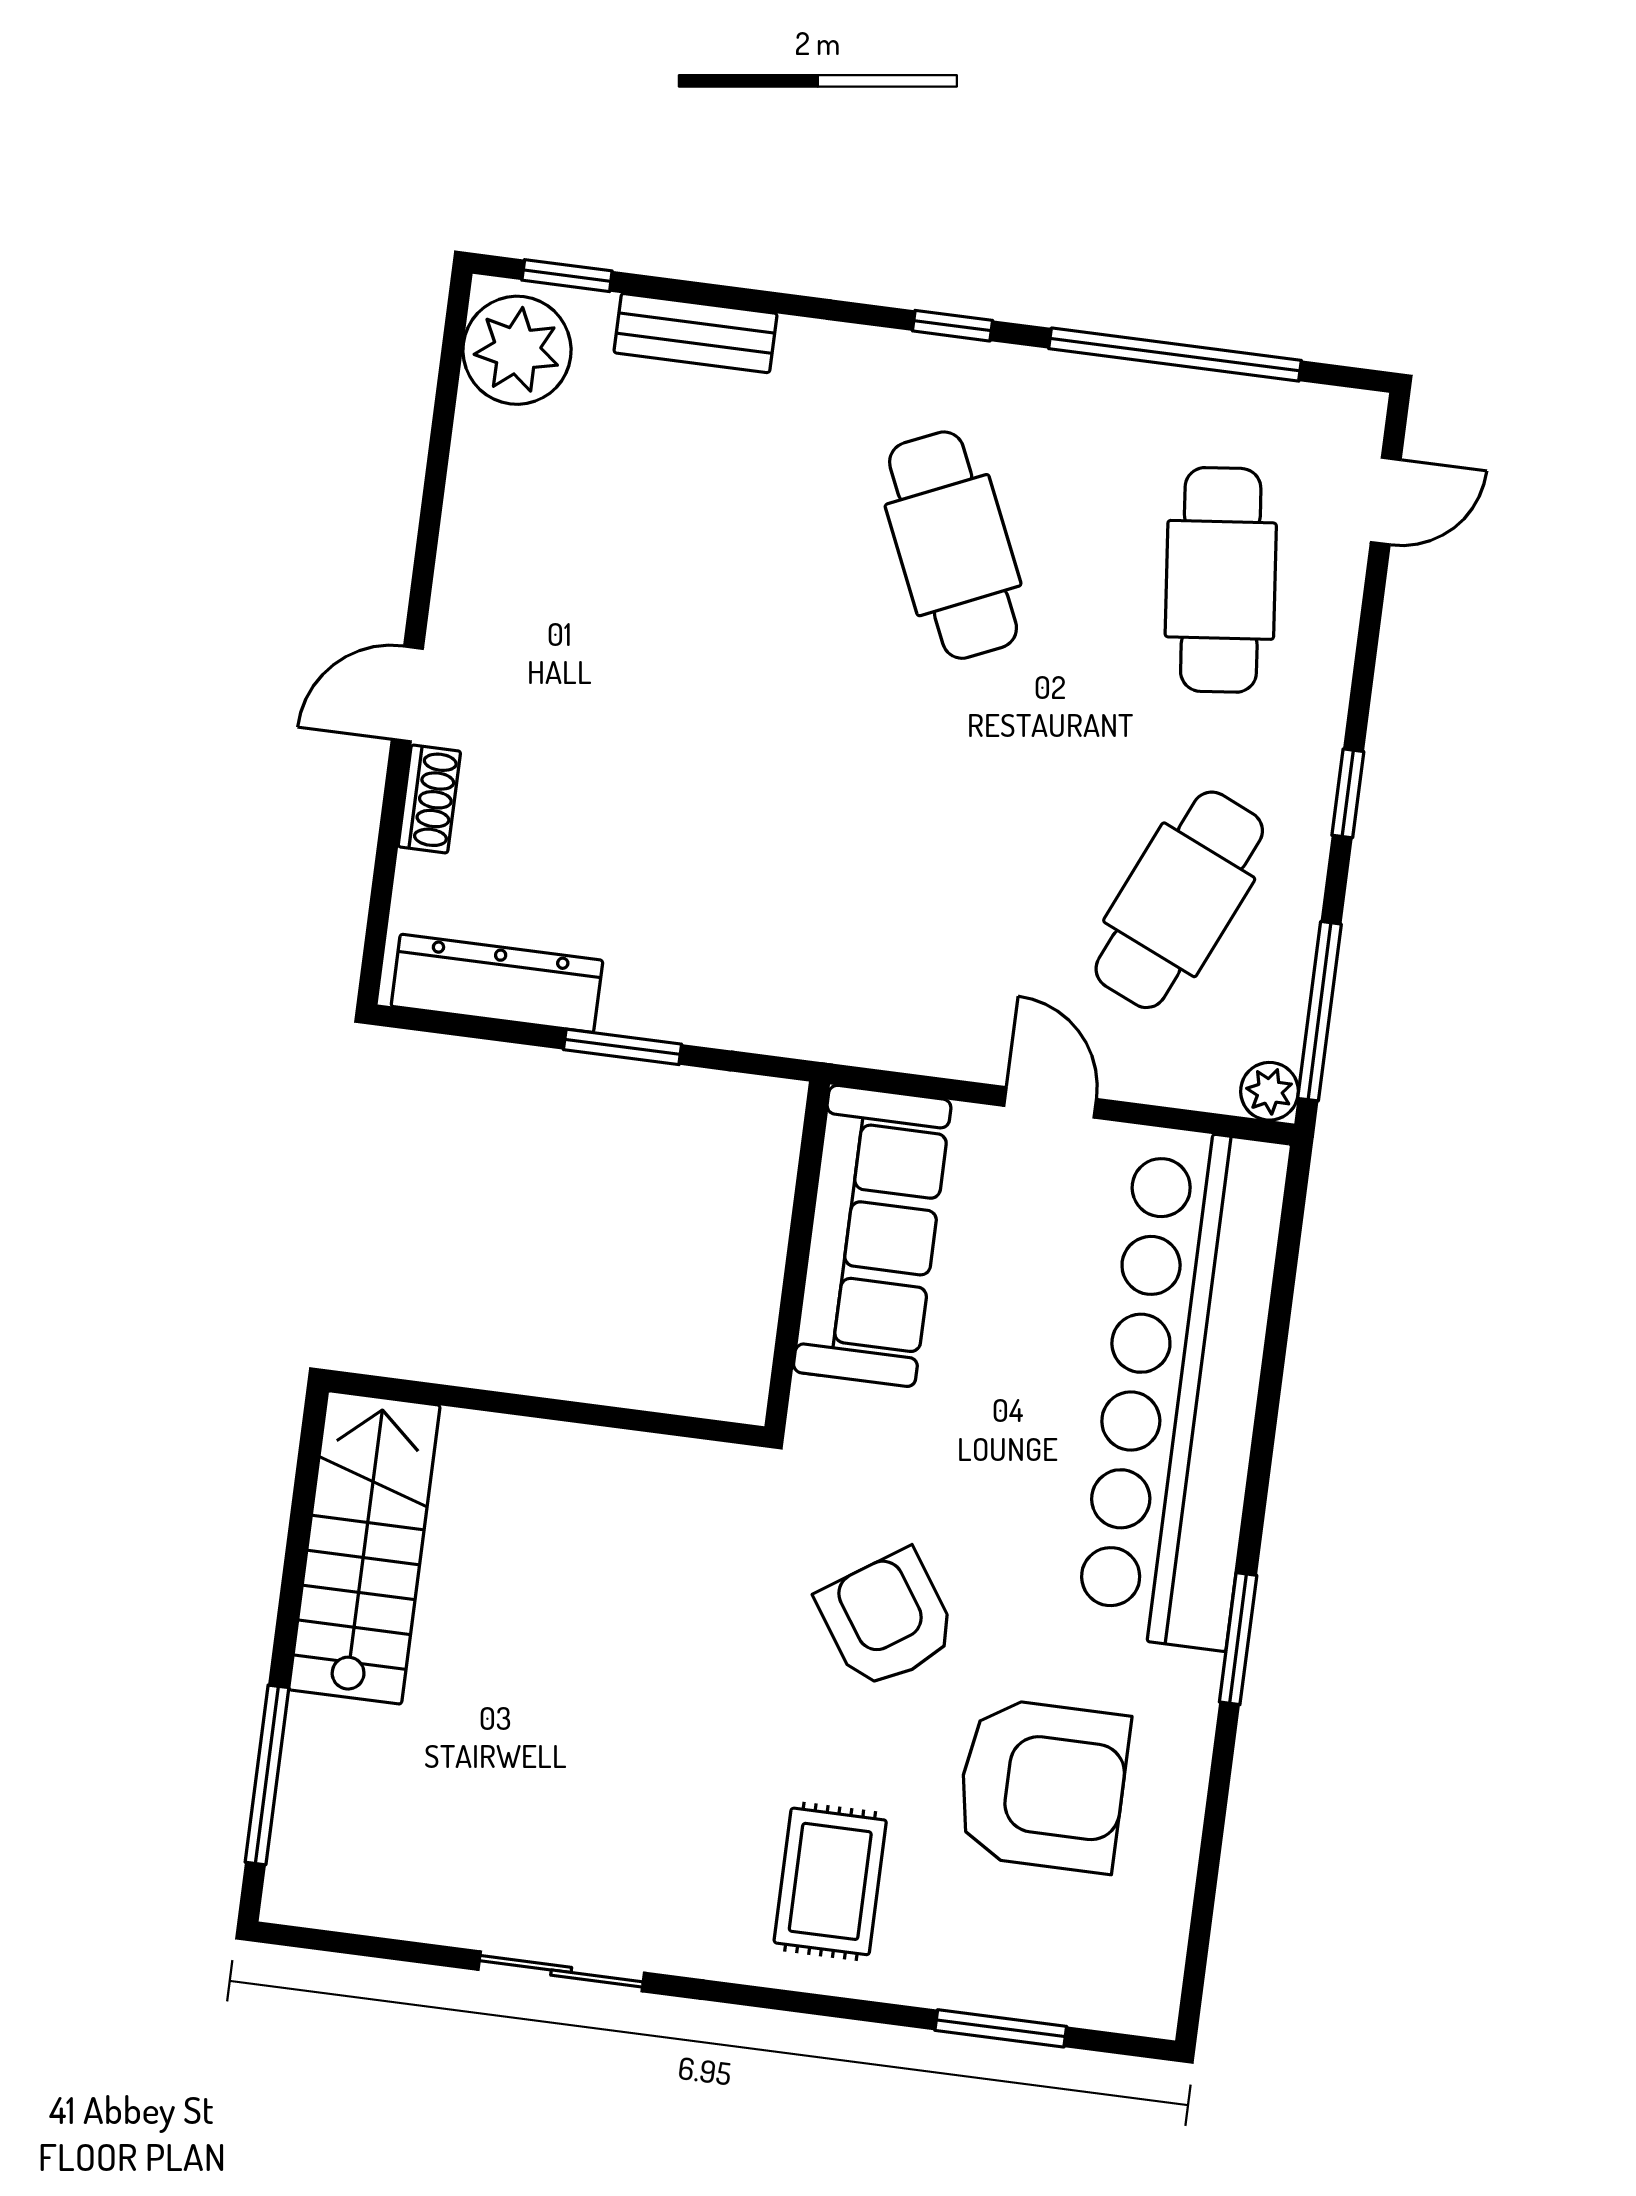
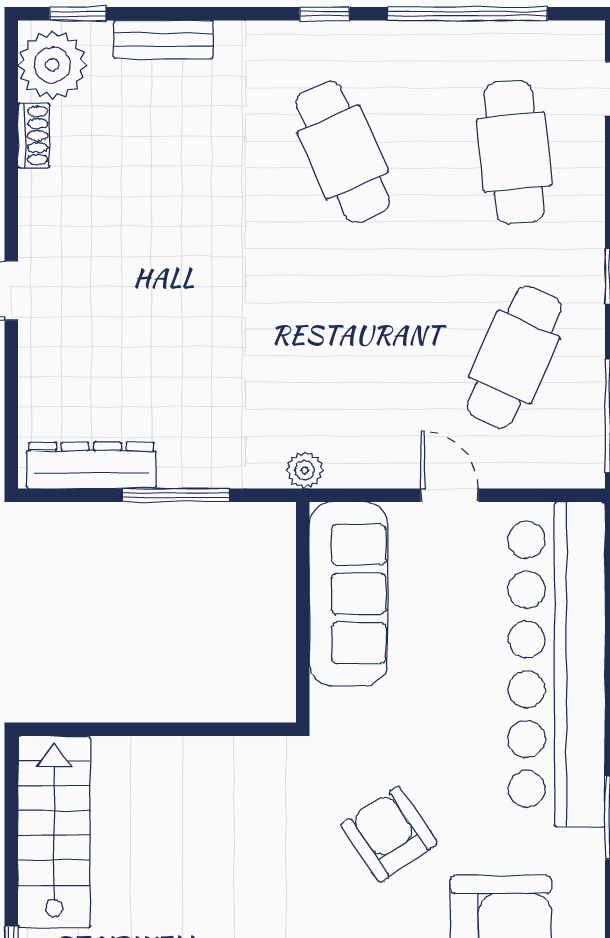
shoe rack: (429, 799) -> (34, 136), moved
window: (623, 1047) -> (176, 495), width x1.44
plant: (1269, 1091) -> (305, 470), moved

